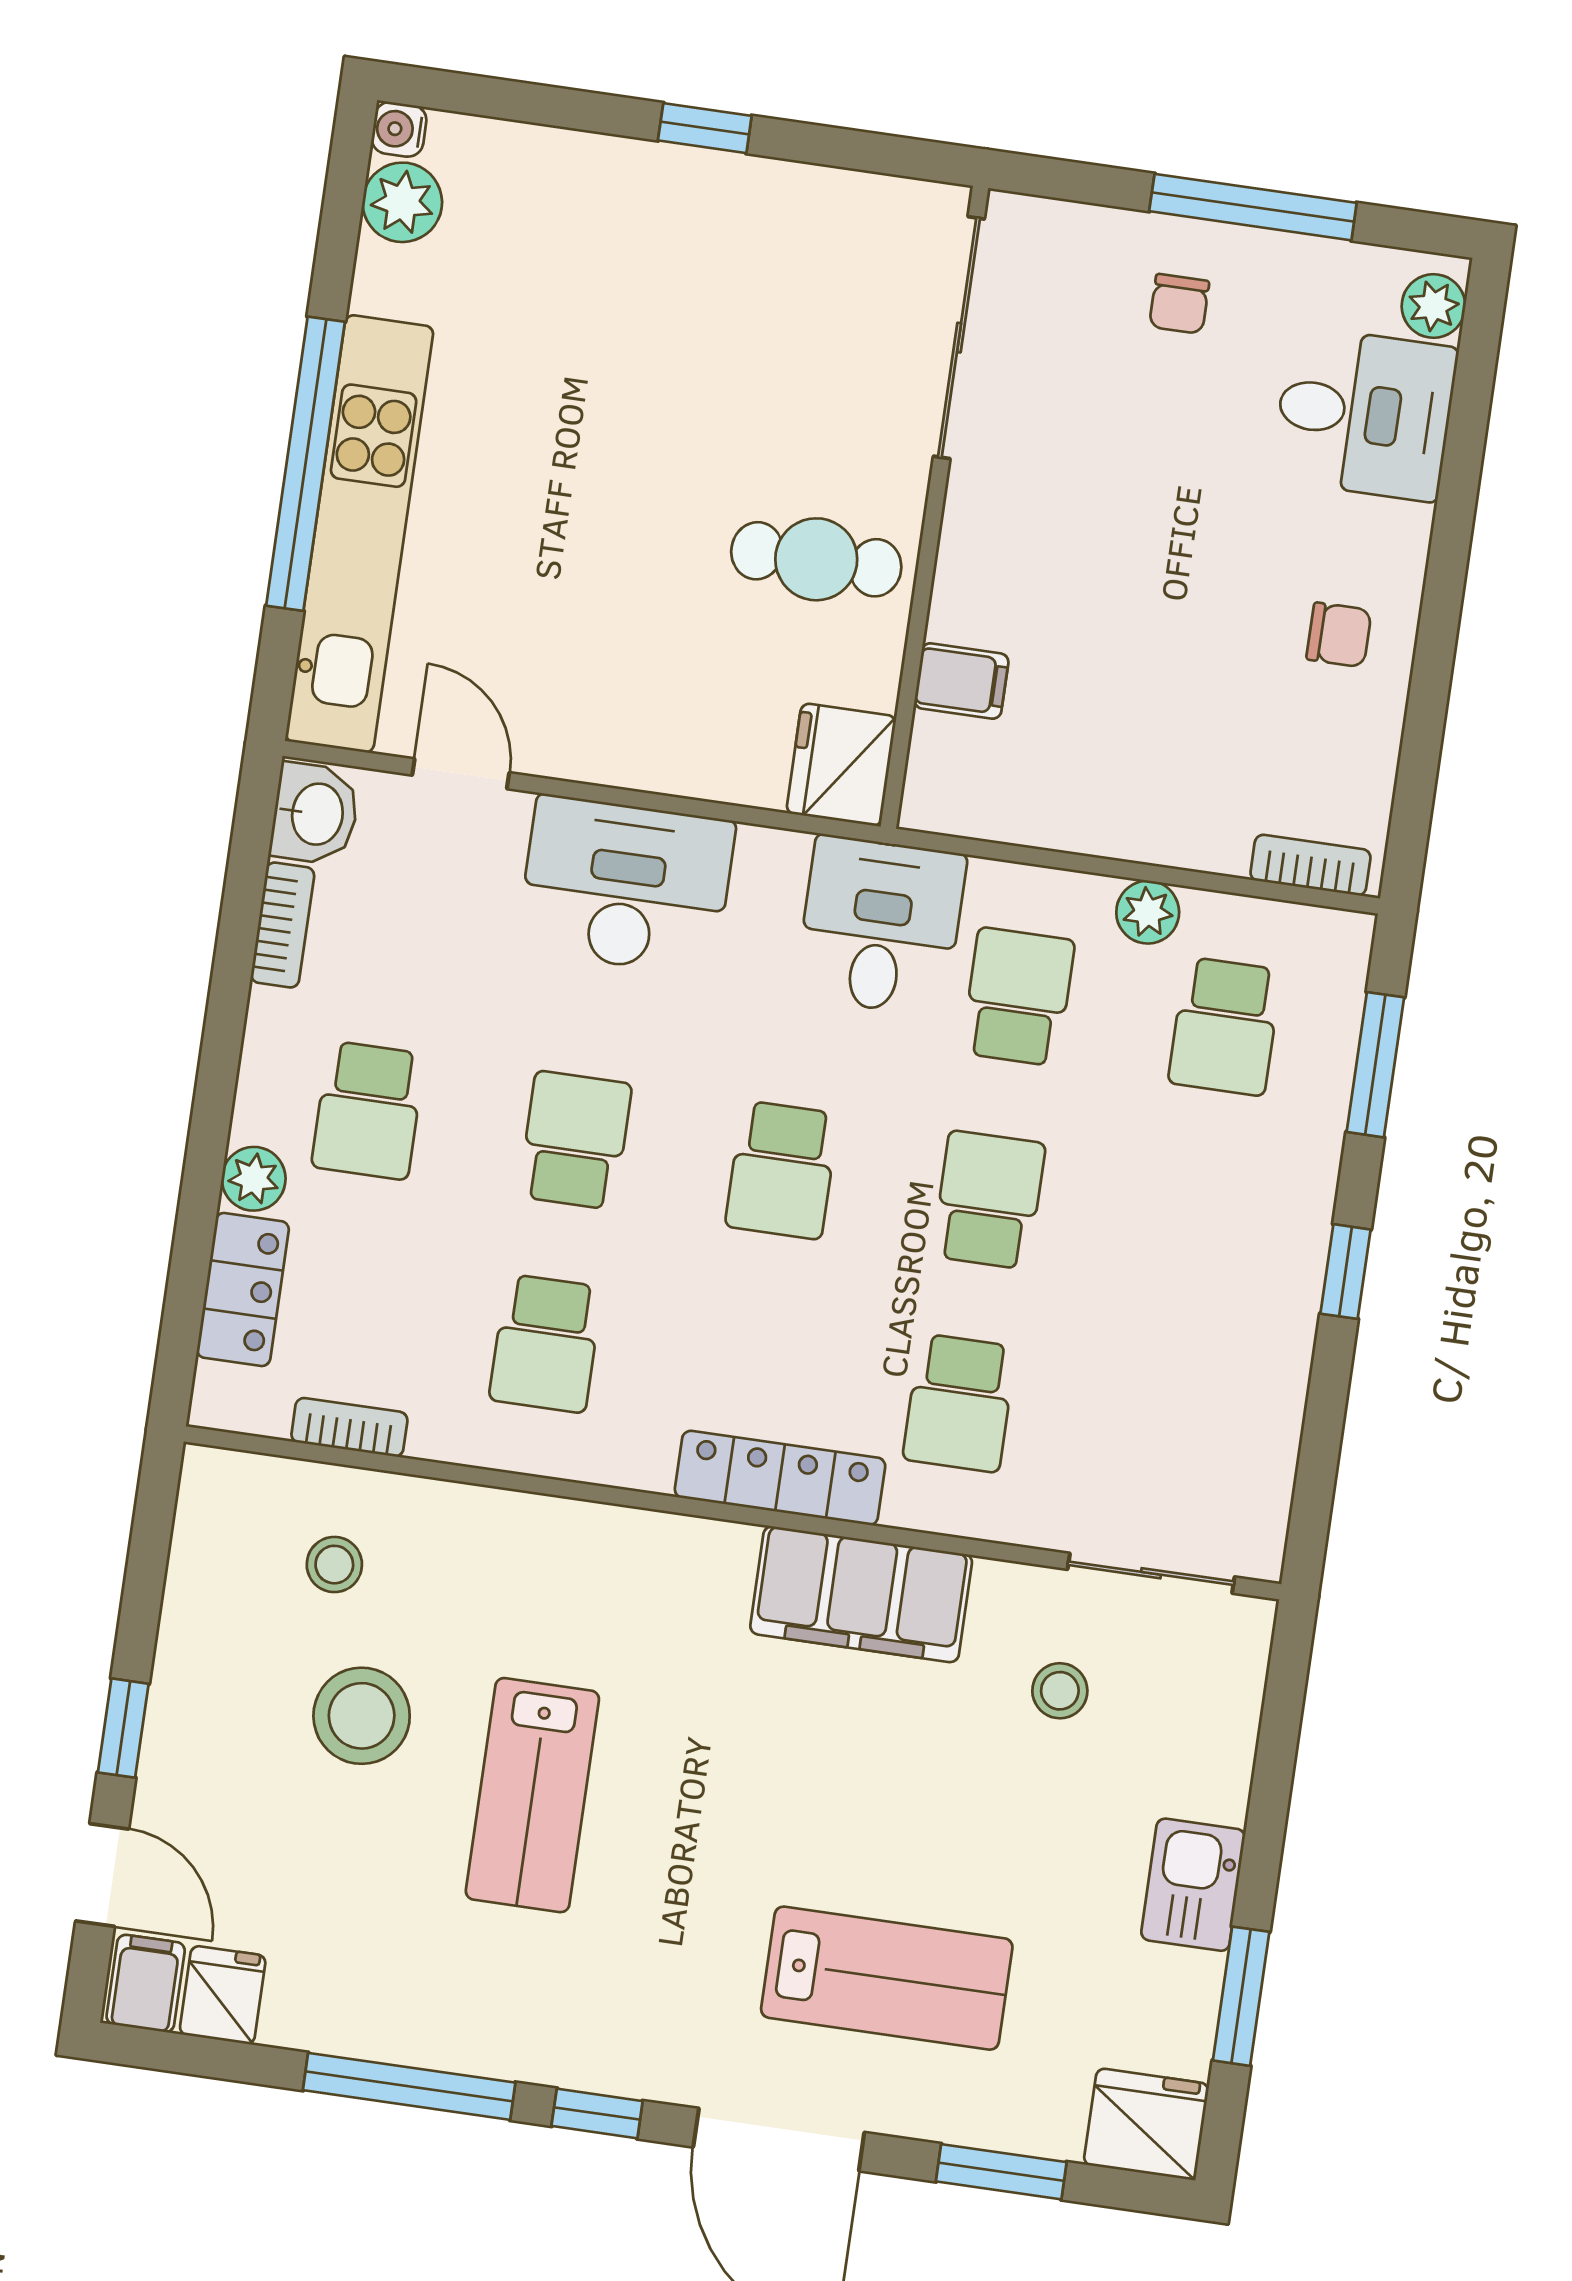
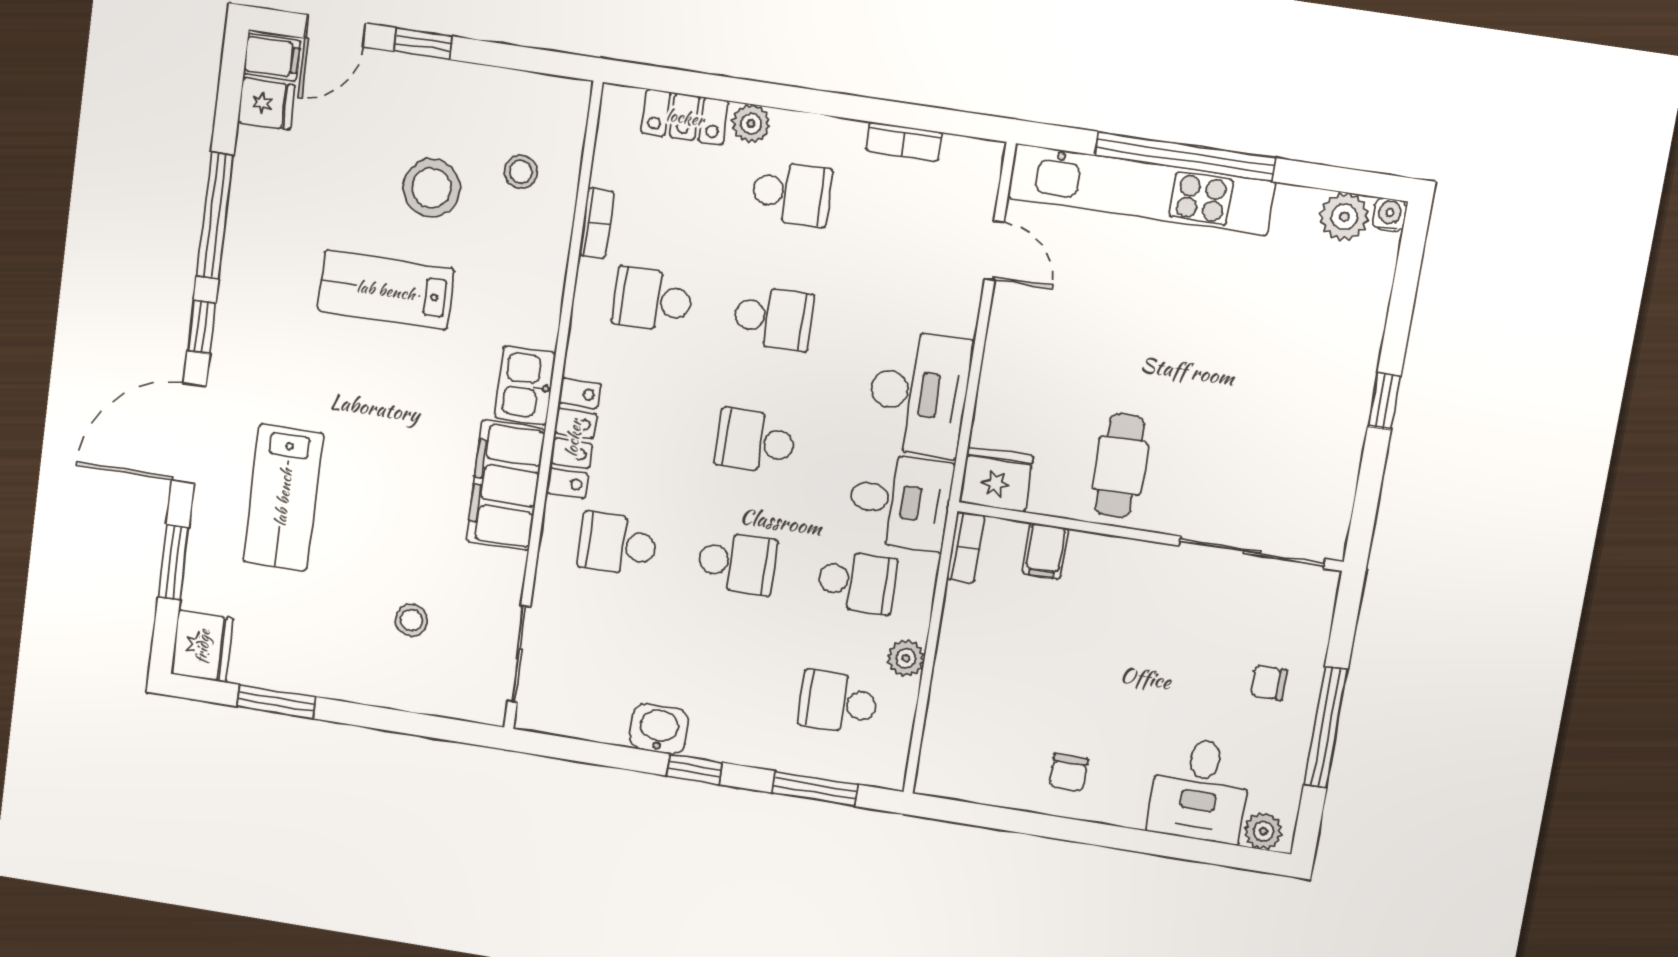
door: (461, 774) -> (994, 251), hinge flipped
washbasin: (315, 814) -> (659, 729), moved, turned 180
bookcase: (1310, 865) -> (966, 547), moved
desk: (626, 885) -> (919, 394), moved
school desk: (368, 1110) -> (792, 193), turned 180
bookcase: (349, 1427) -> (597, 223), moved
stool: (1060, 1691) -> (411, 620), moved
kitchen sink: (1193, 1885) -> (525, 385), moved, turned -90

